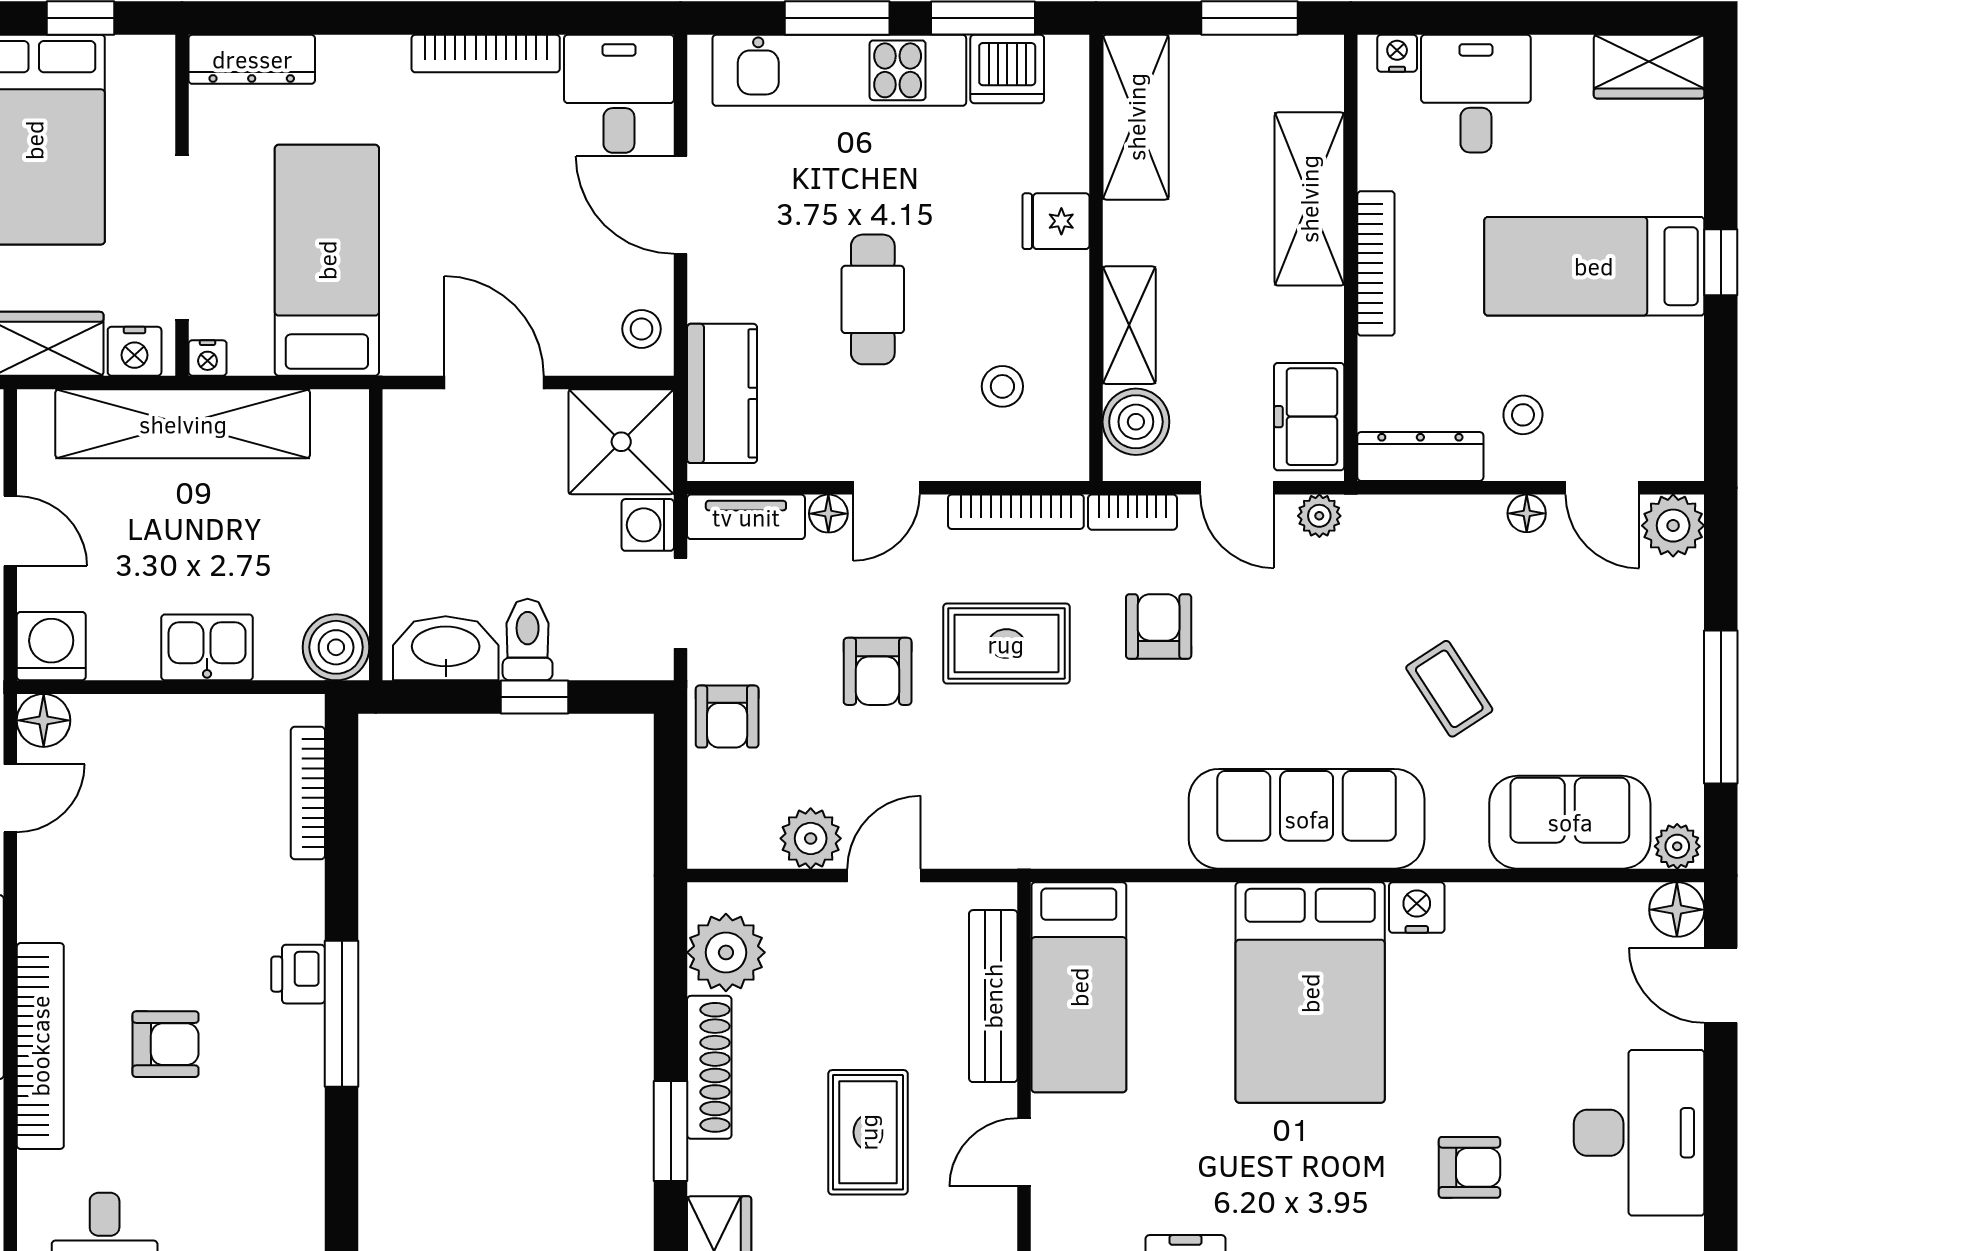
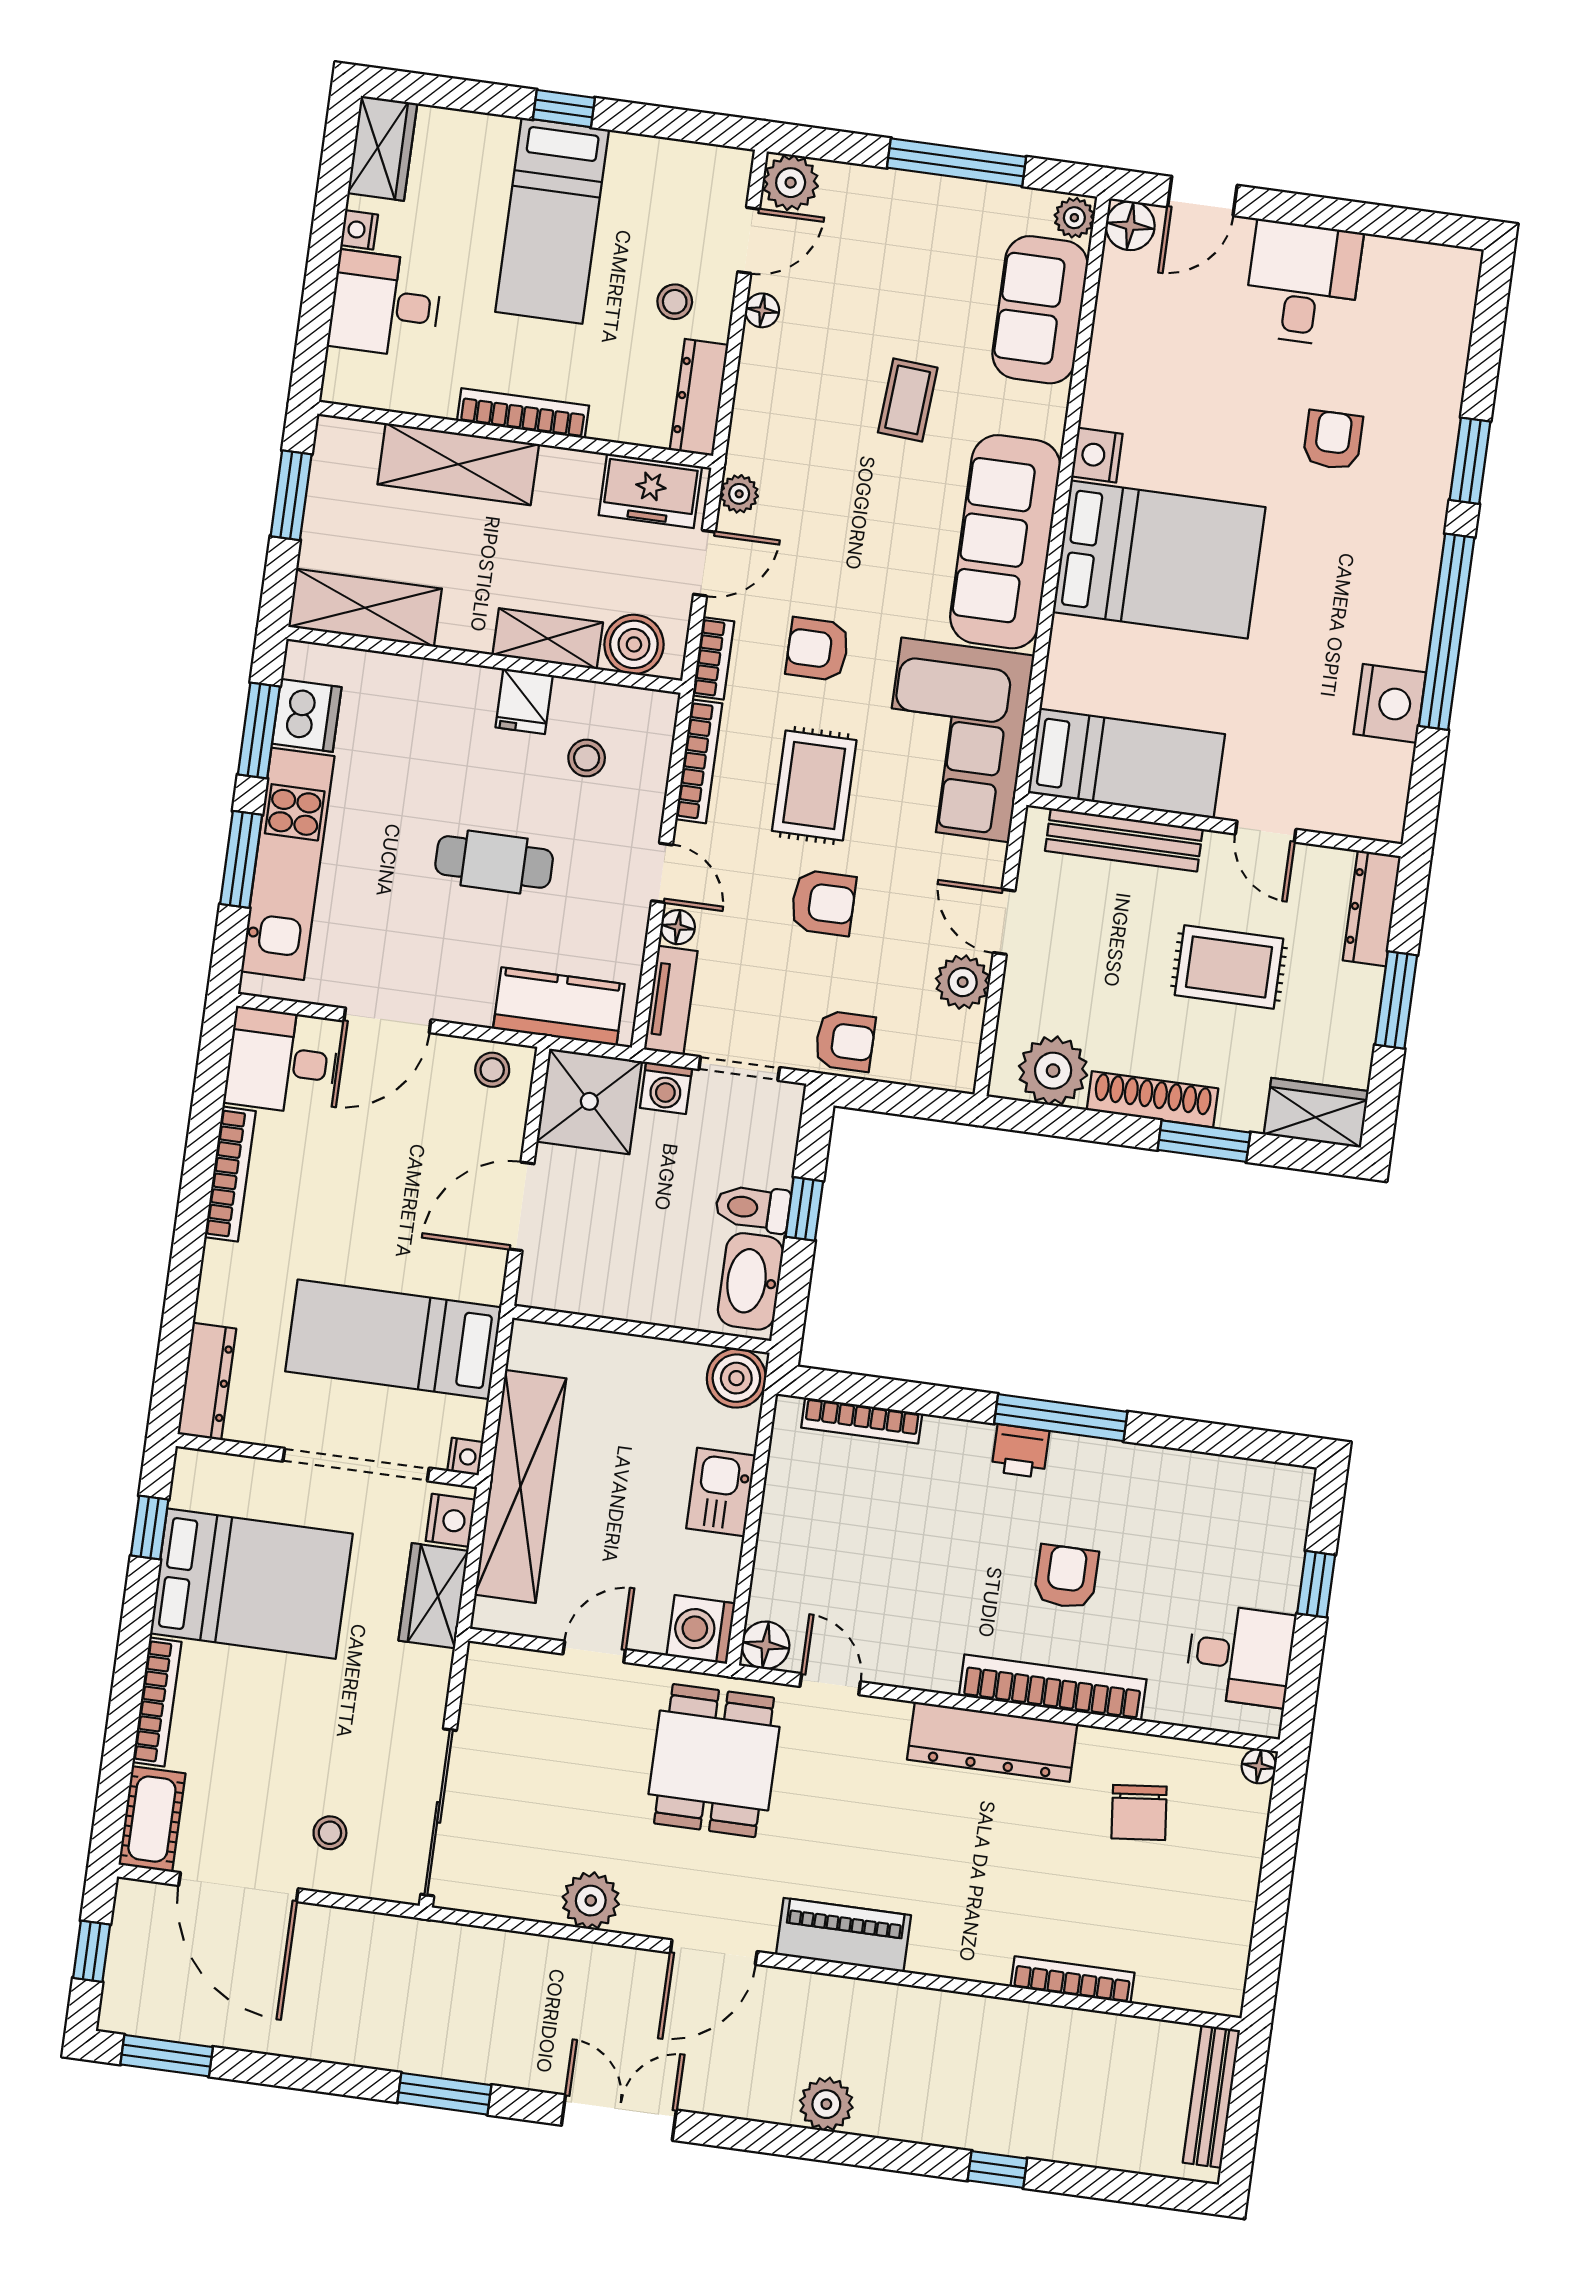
nightstand: (1397, 53) -> (359, 230), moved
fridge: (1056, 221) -> (524, 701), moved
coffee table: (1449, 689) -> (908, 400), turned -53
corner sofa: (1079, 793) -> (955, 740), added
desk: (1639, 1133) -> (1303, 283), width x0.73

